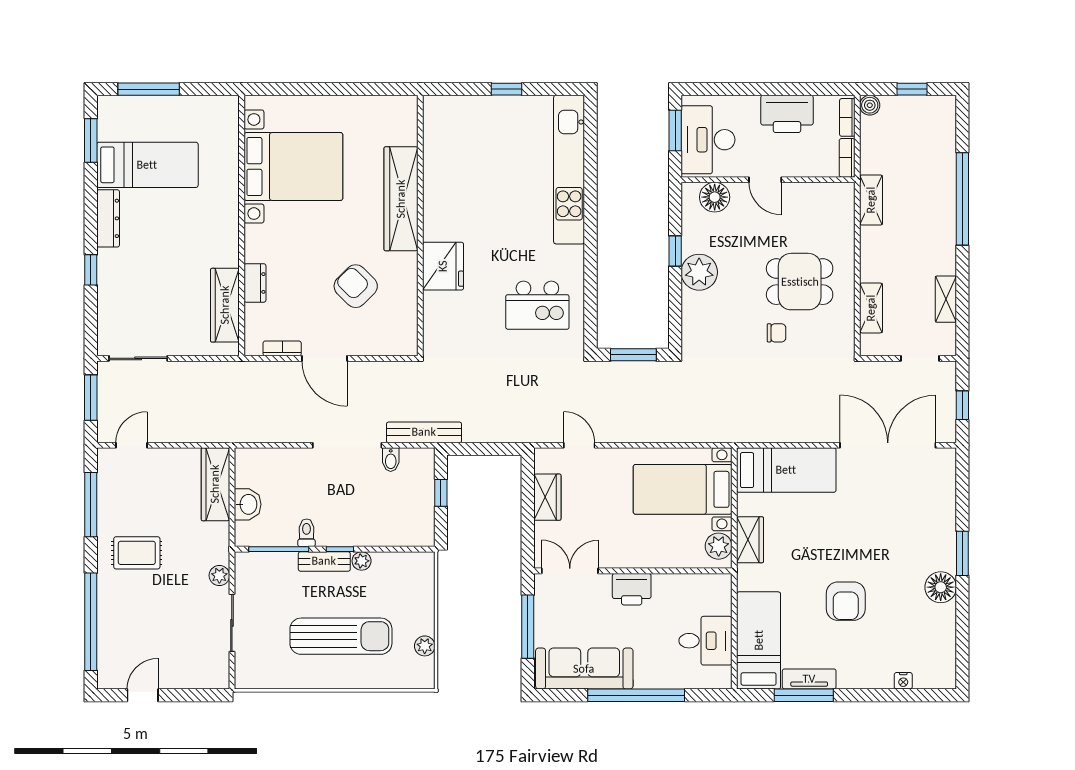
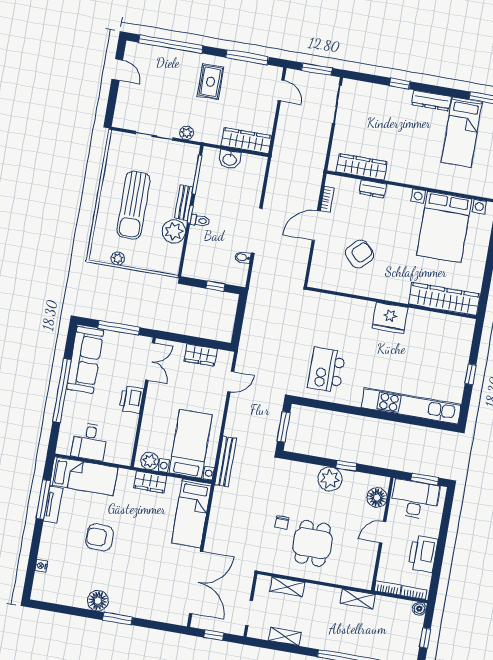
wardrobe: (401, 199) -> (444, 299), moved
fridge: (443, 266) -> (390, 318), moved
bench: (424, 432) -> (226, 461), moved
toilet: (307, 533) -> (200, 221), moved
plant: (362, 561) -> (174, 231), width x1.88, depth x1.88

